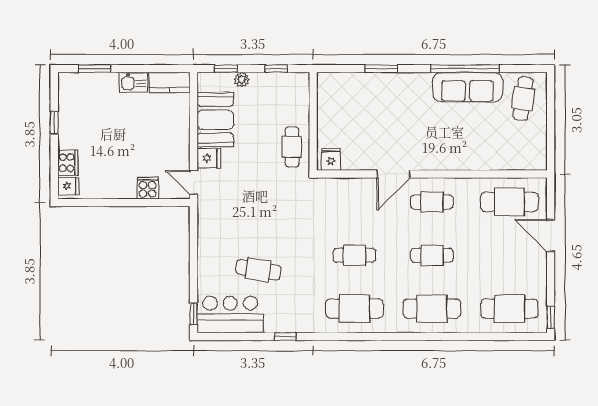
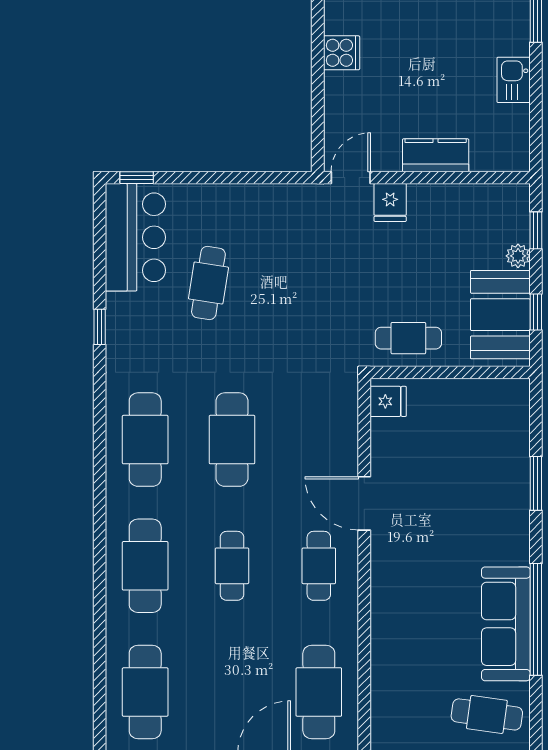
kitchen counter: (169, 82) -> (436, 155), moved, turned 90
booth: (215, 120) -> (500, 315), moved, turned 90
cooker: (148, 188) -> (342, 53), moved
cafe table: (354, 255) -> (232, 440), width x1.37, depth x1.35

